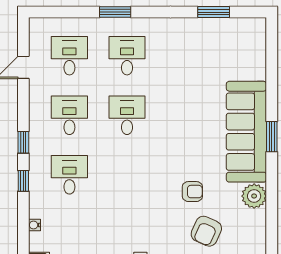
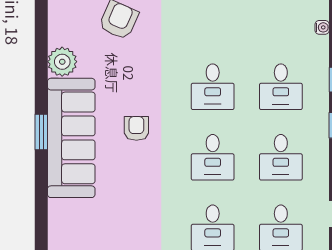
desk: (127, 175) -> (213, 87), added
armchair: (192, 192) -> (136, 128), moved, turned 90

